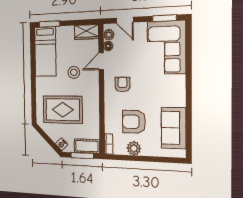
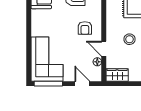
window: (164, 18) -> (48, 84), width x1.44
plant: (109, 35) -> (97, 72), removed
door: (101, 61) -> (104, 49), swing flipped

